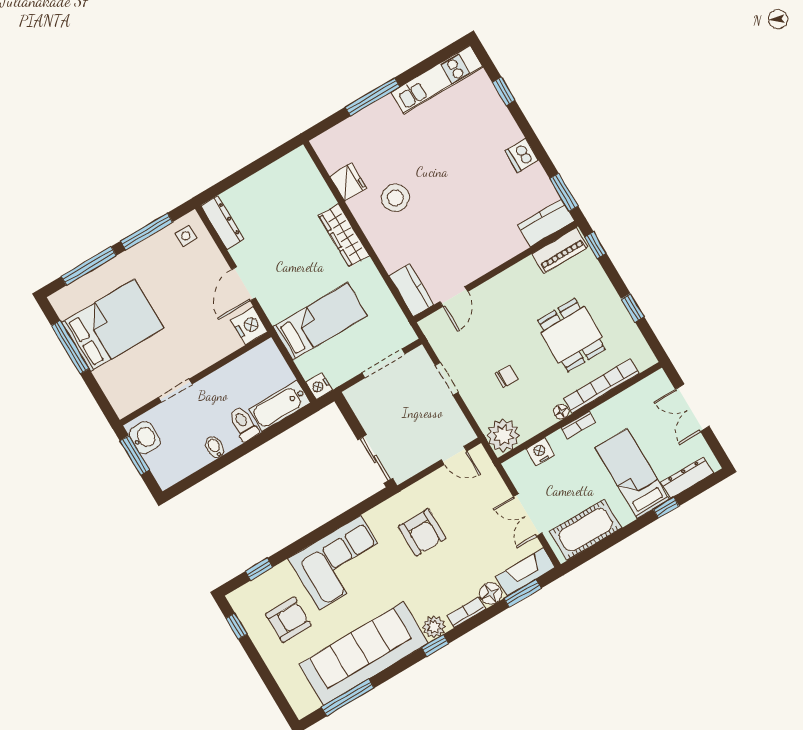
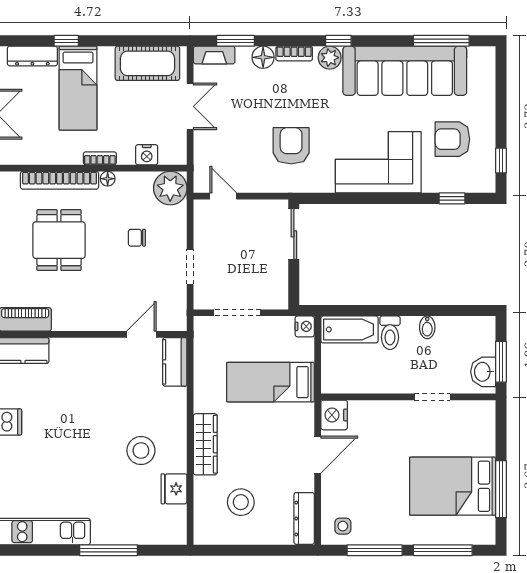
stool: (284, 204) -> (241, 502), added
fireplace: (525, 572) -> (214, 55), width x0.73, depth x0.76

